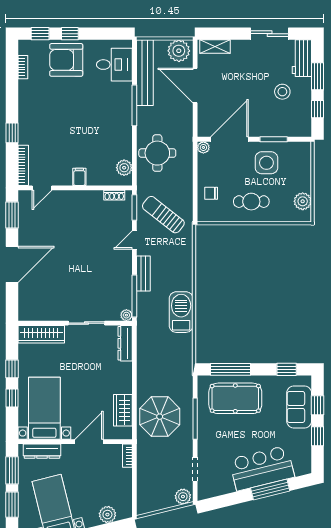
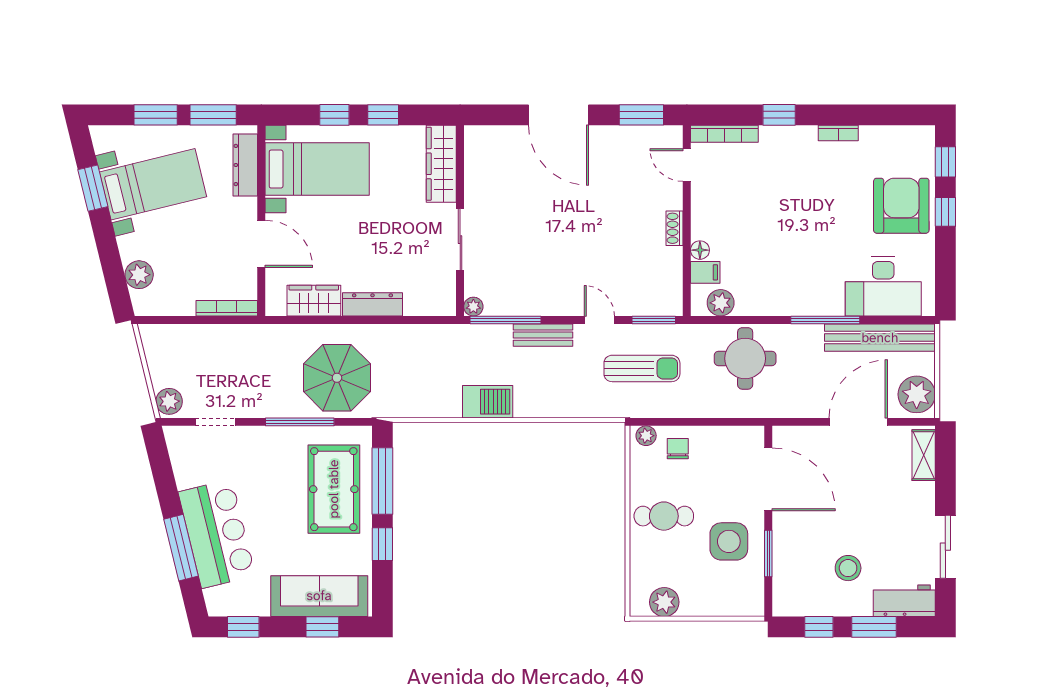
desk: (114, 65) -> (883, 286), width x1.37
bookcase: (23, 67) -> (838, 133), moved
plant: (203, 147) -> (646, 436), moved
filing cabinet: (79, 177) -> (705, 272), moved
floor lamp: (93, 180) -> (700, 250), added
shoe rack: (114, 195) -> (675, 228), moved
cafe table: (251, 202) -> (664, 516), turned 90
sun lounger: (163, 215) -> (642, 368), turned 52
barbecue: (181, 312) -> (488, 402), width x0.73, depth x0.83
dresser: (125, 343) -> (372, 304), moved
window: (287, 369) -> (382, 544), moved
sofa: (299, 407) -> (319, 596), width x1.36
parasol: (160, 417) -> (337, 378), moved
window: (317, 436) -> (243, 627), moved
bookcase: (127, 456) -> (227, 308), width x1.56

